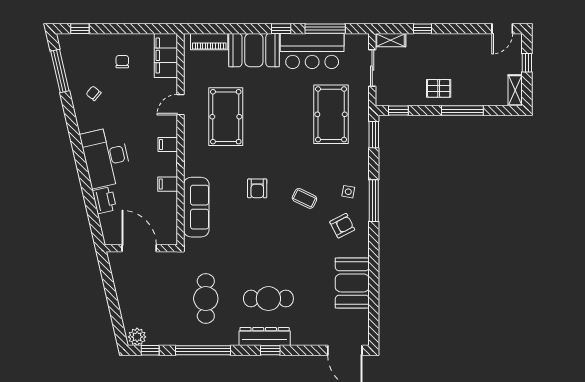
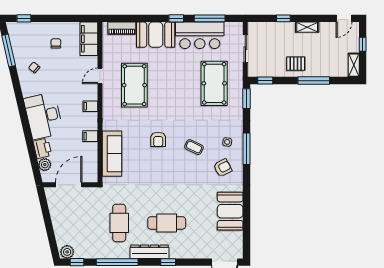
shelving: (390, 40) -> (307, 27), moved
plant: (108, 222) -> (45, 165), added
door: (139, 248) -> (69, 185), hinge flipped
dresser: (265, 337) -> (150, 252), moved

